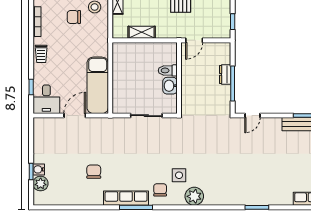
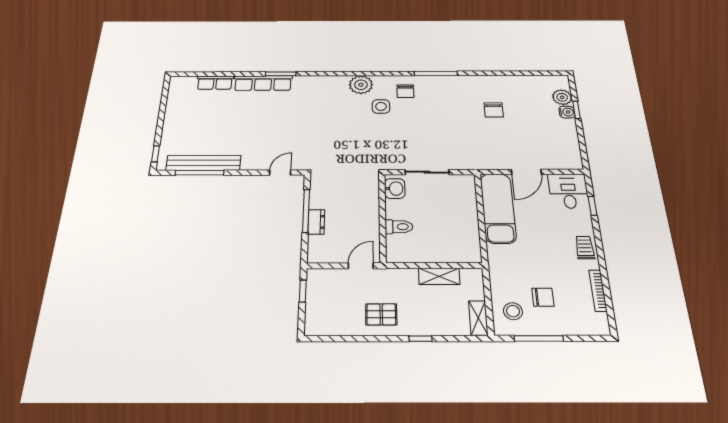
washbasin: (170, 86) -> (395, 188), moved
row of seats: (126, 198) -> (263, 83), moved

